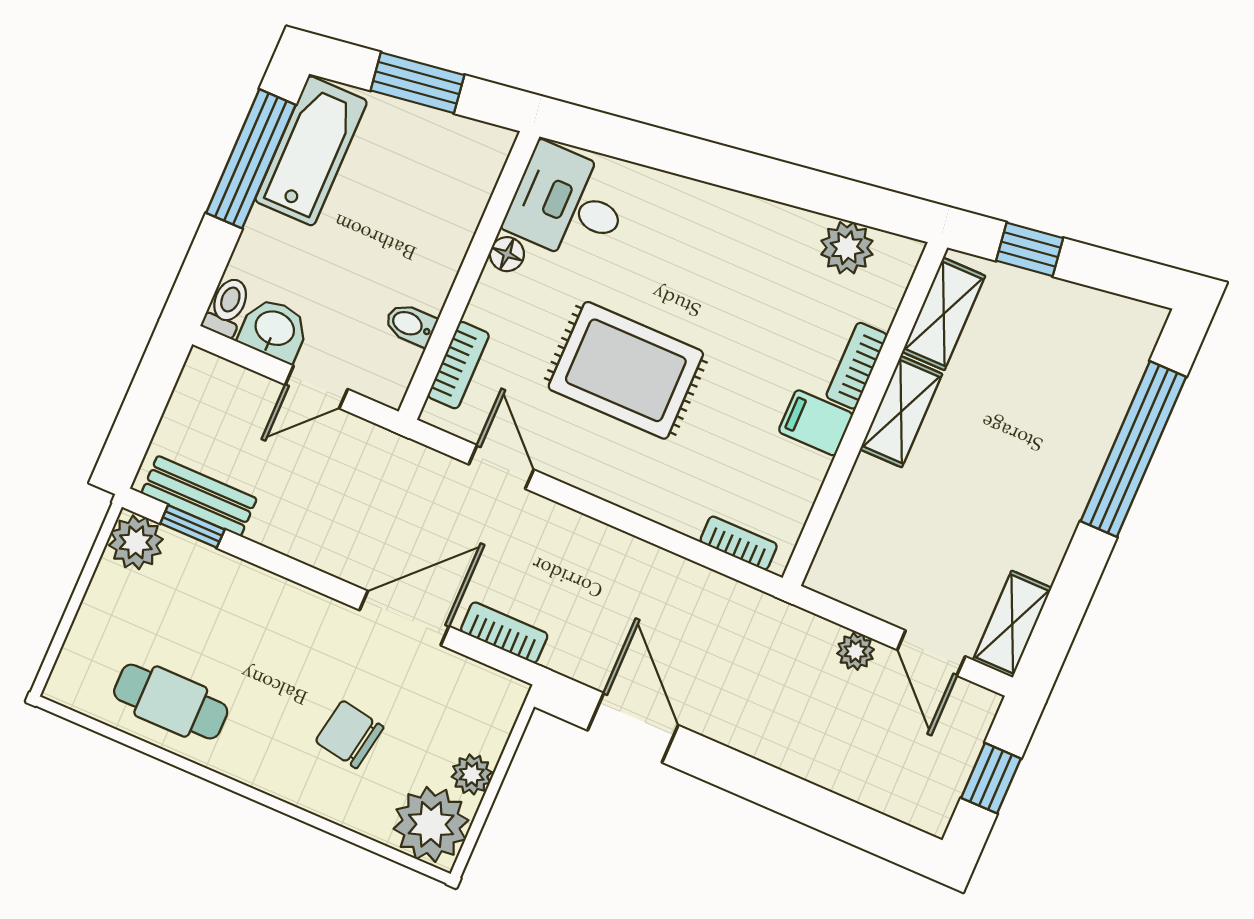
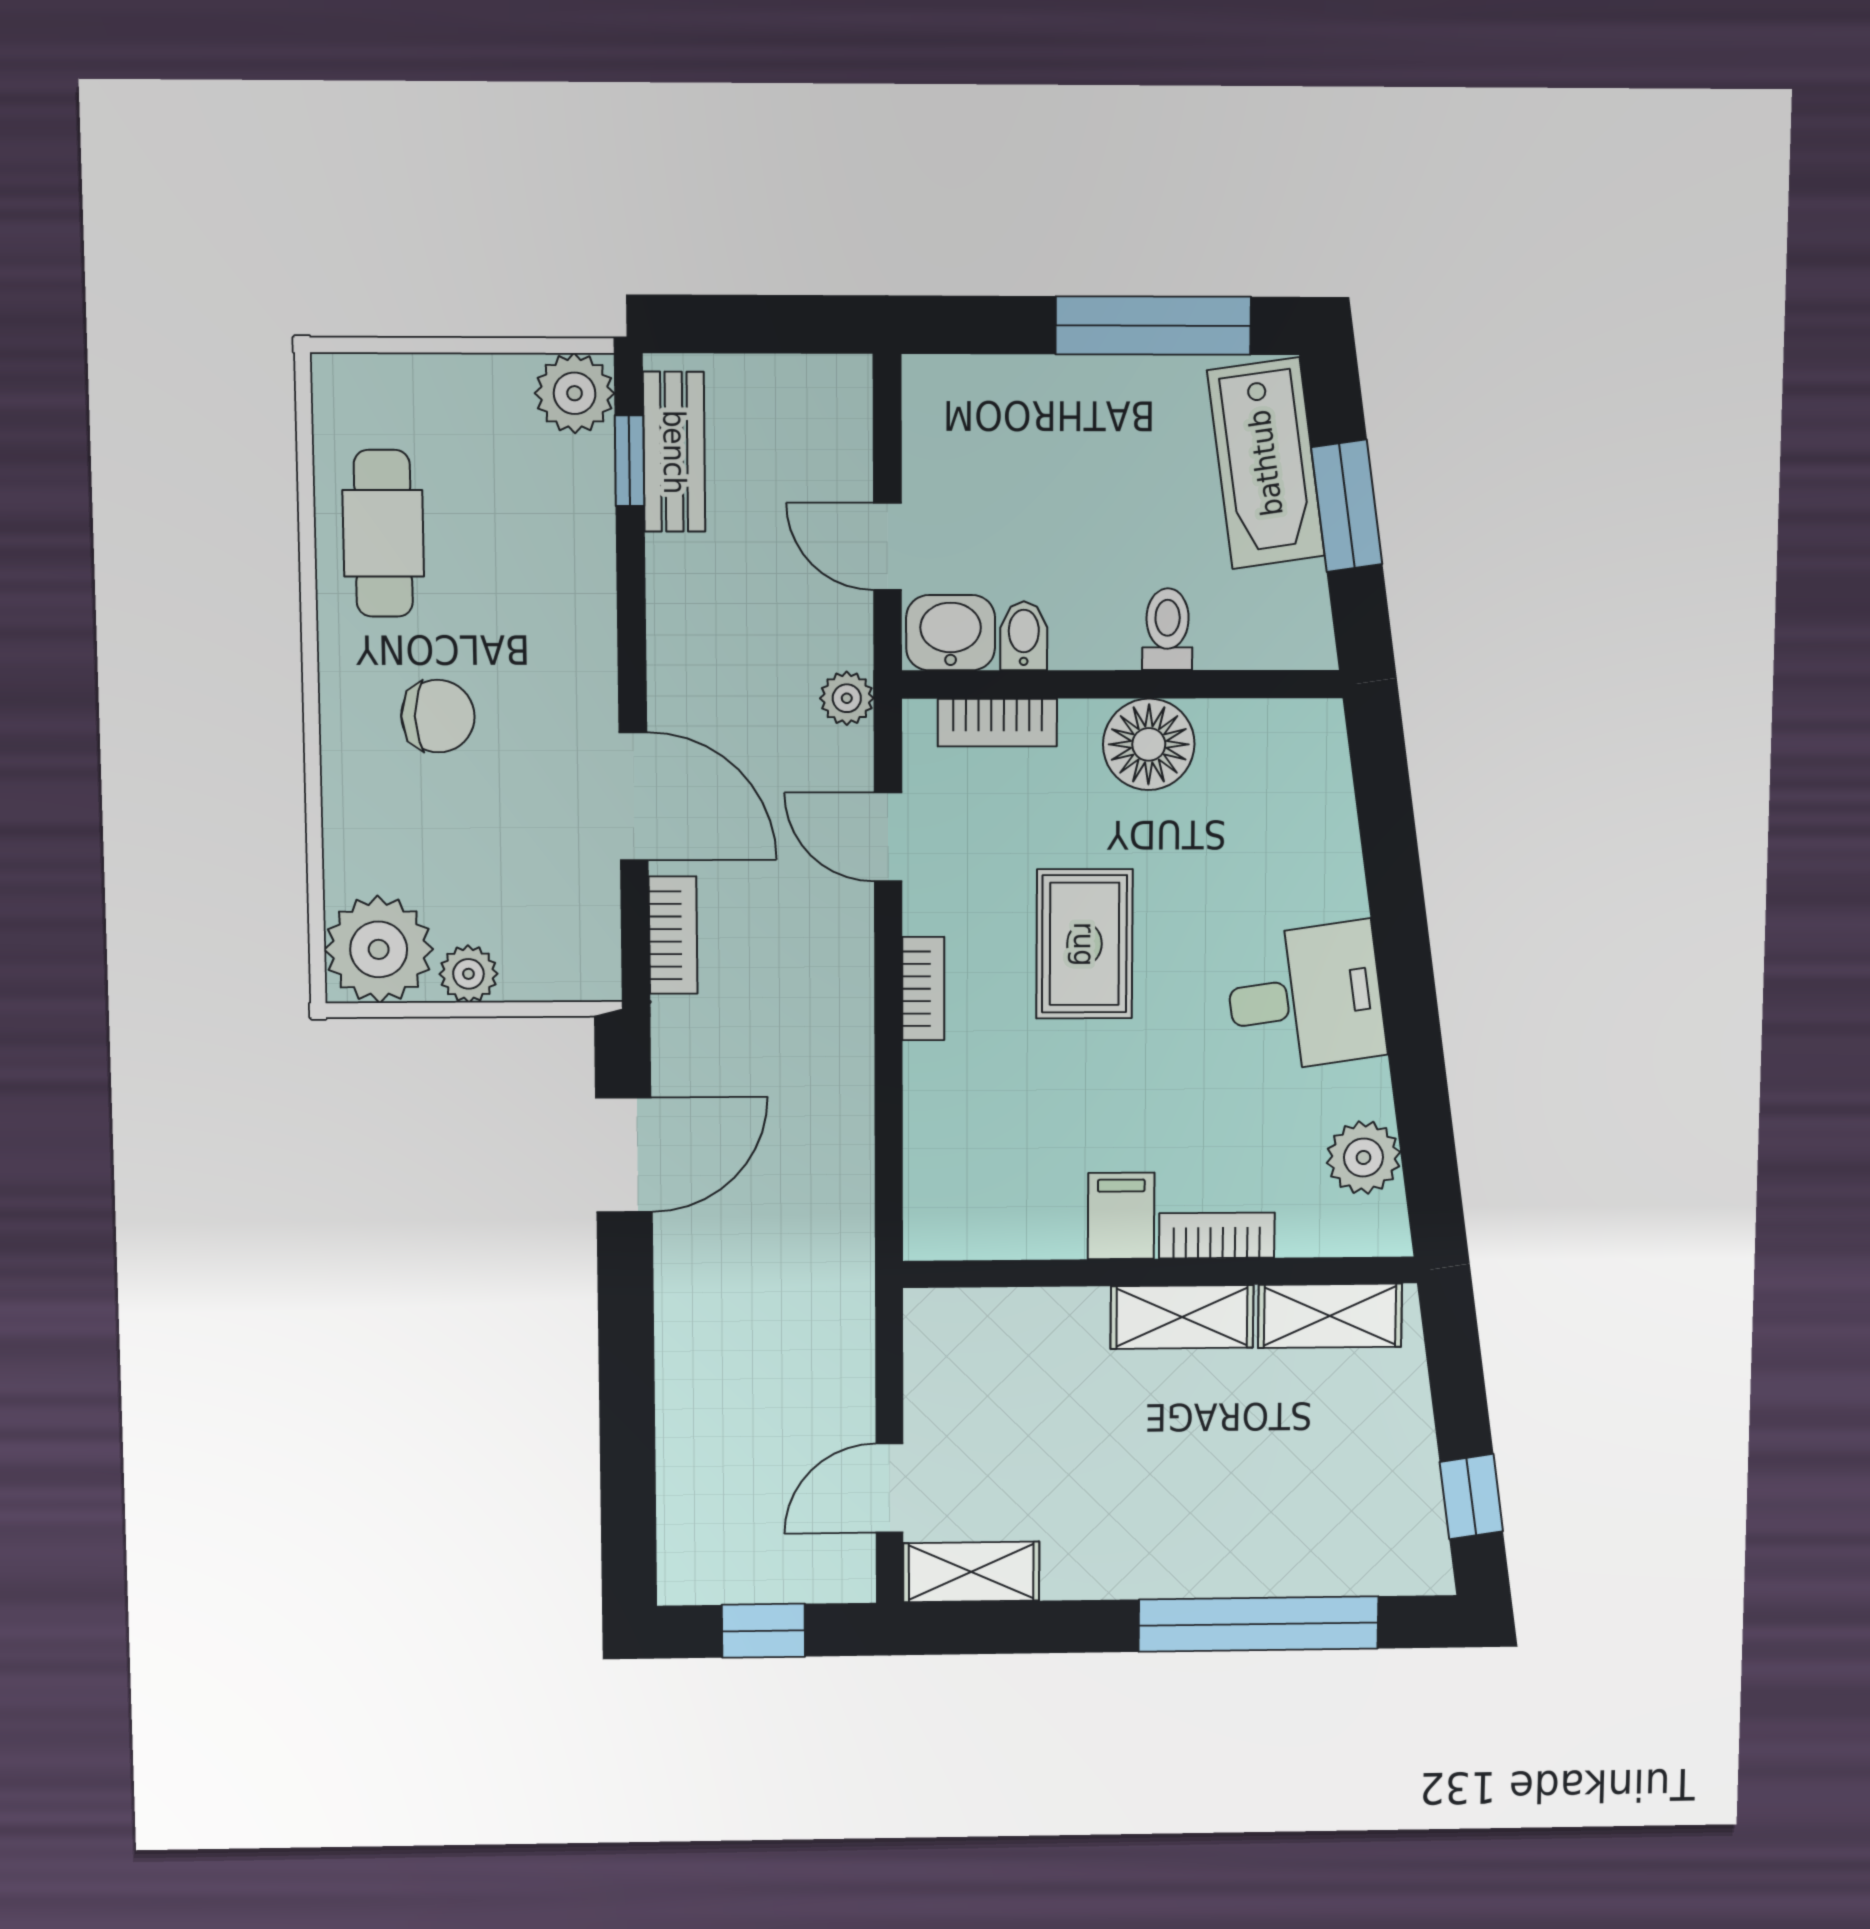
bathtub: (311, 151) -> (1266, 463), moved, turned 82
desk: (568, 204) -> (1305, 997), moved, turned 82
window: (1030, 249) -> (1471, 1497), moved
floor lamp: (507, 254) -> (1149, 744), width x1.89, depth x1.89
toilet: (227, 307) -> (1167, 629), moved, turned -90
washbasin: (274, 330) -> (951, 633), moved, turned -90
rug: (626, 370) -> (1084, 944), width x0.73, depth x0.70
door: (501, 467) -> (888, 837), swing flipped
bookcase: (739, 543) -> (923, 989), moved
plant: (856, 651) -> (847, 698), moved
chair: (349, 734) -> (438, 716), moved, turned 80

